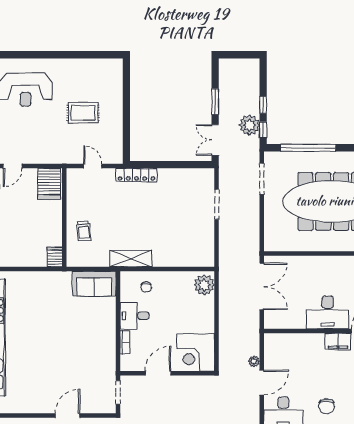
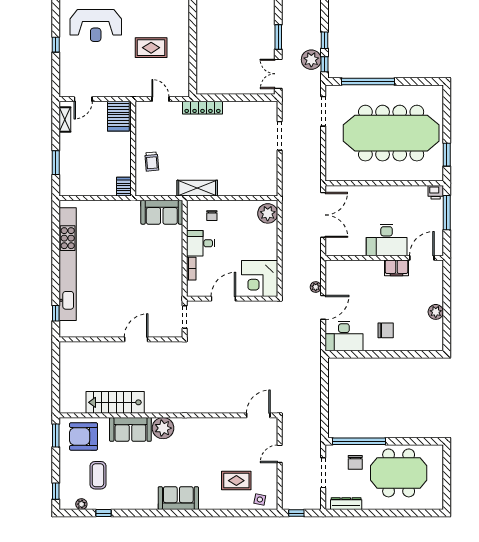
chair: (327, 406) -> (386, 330), turned -90

